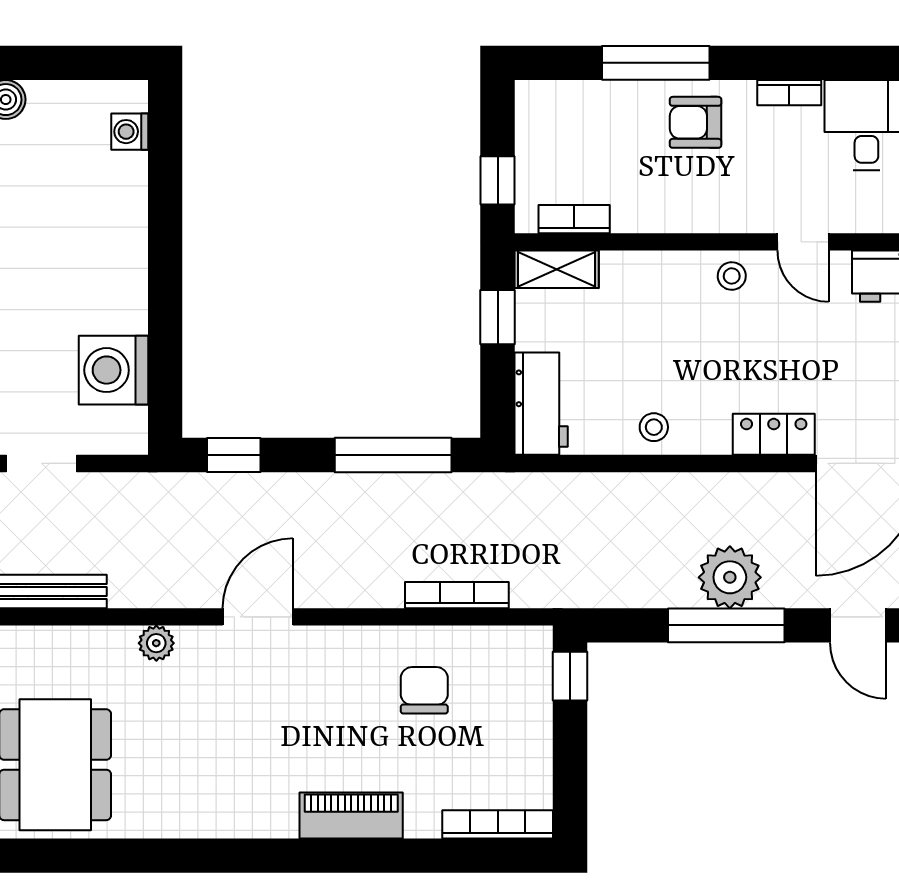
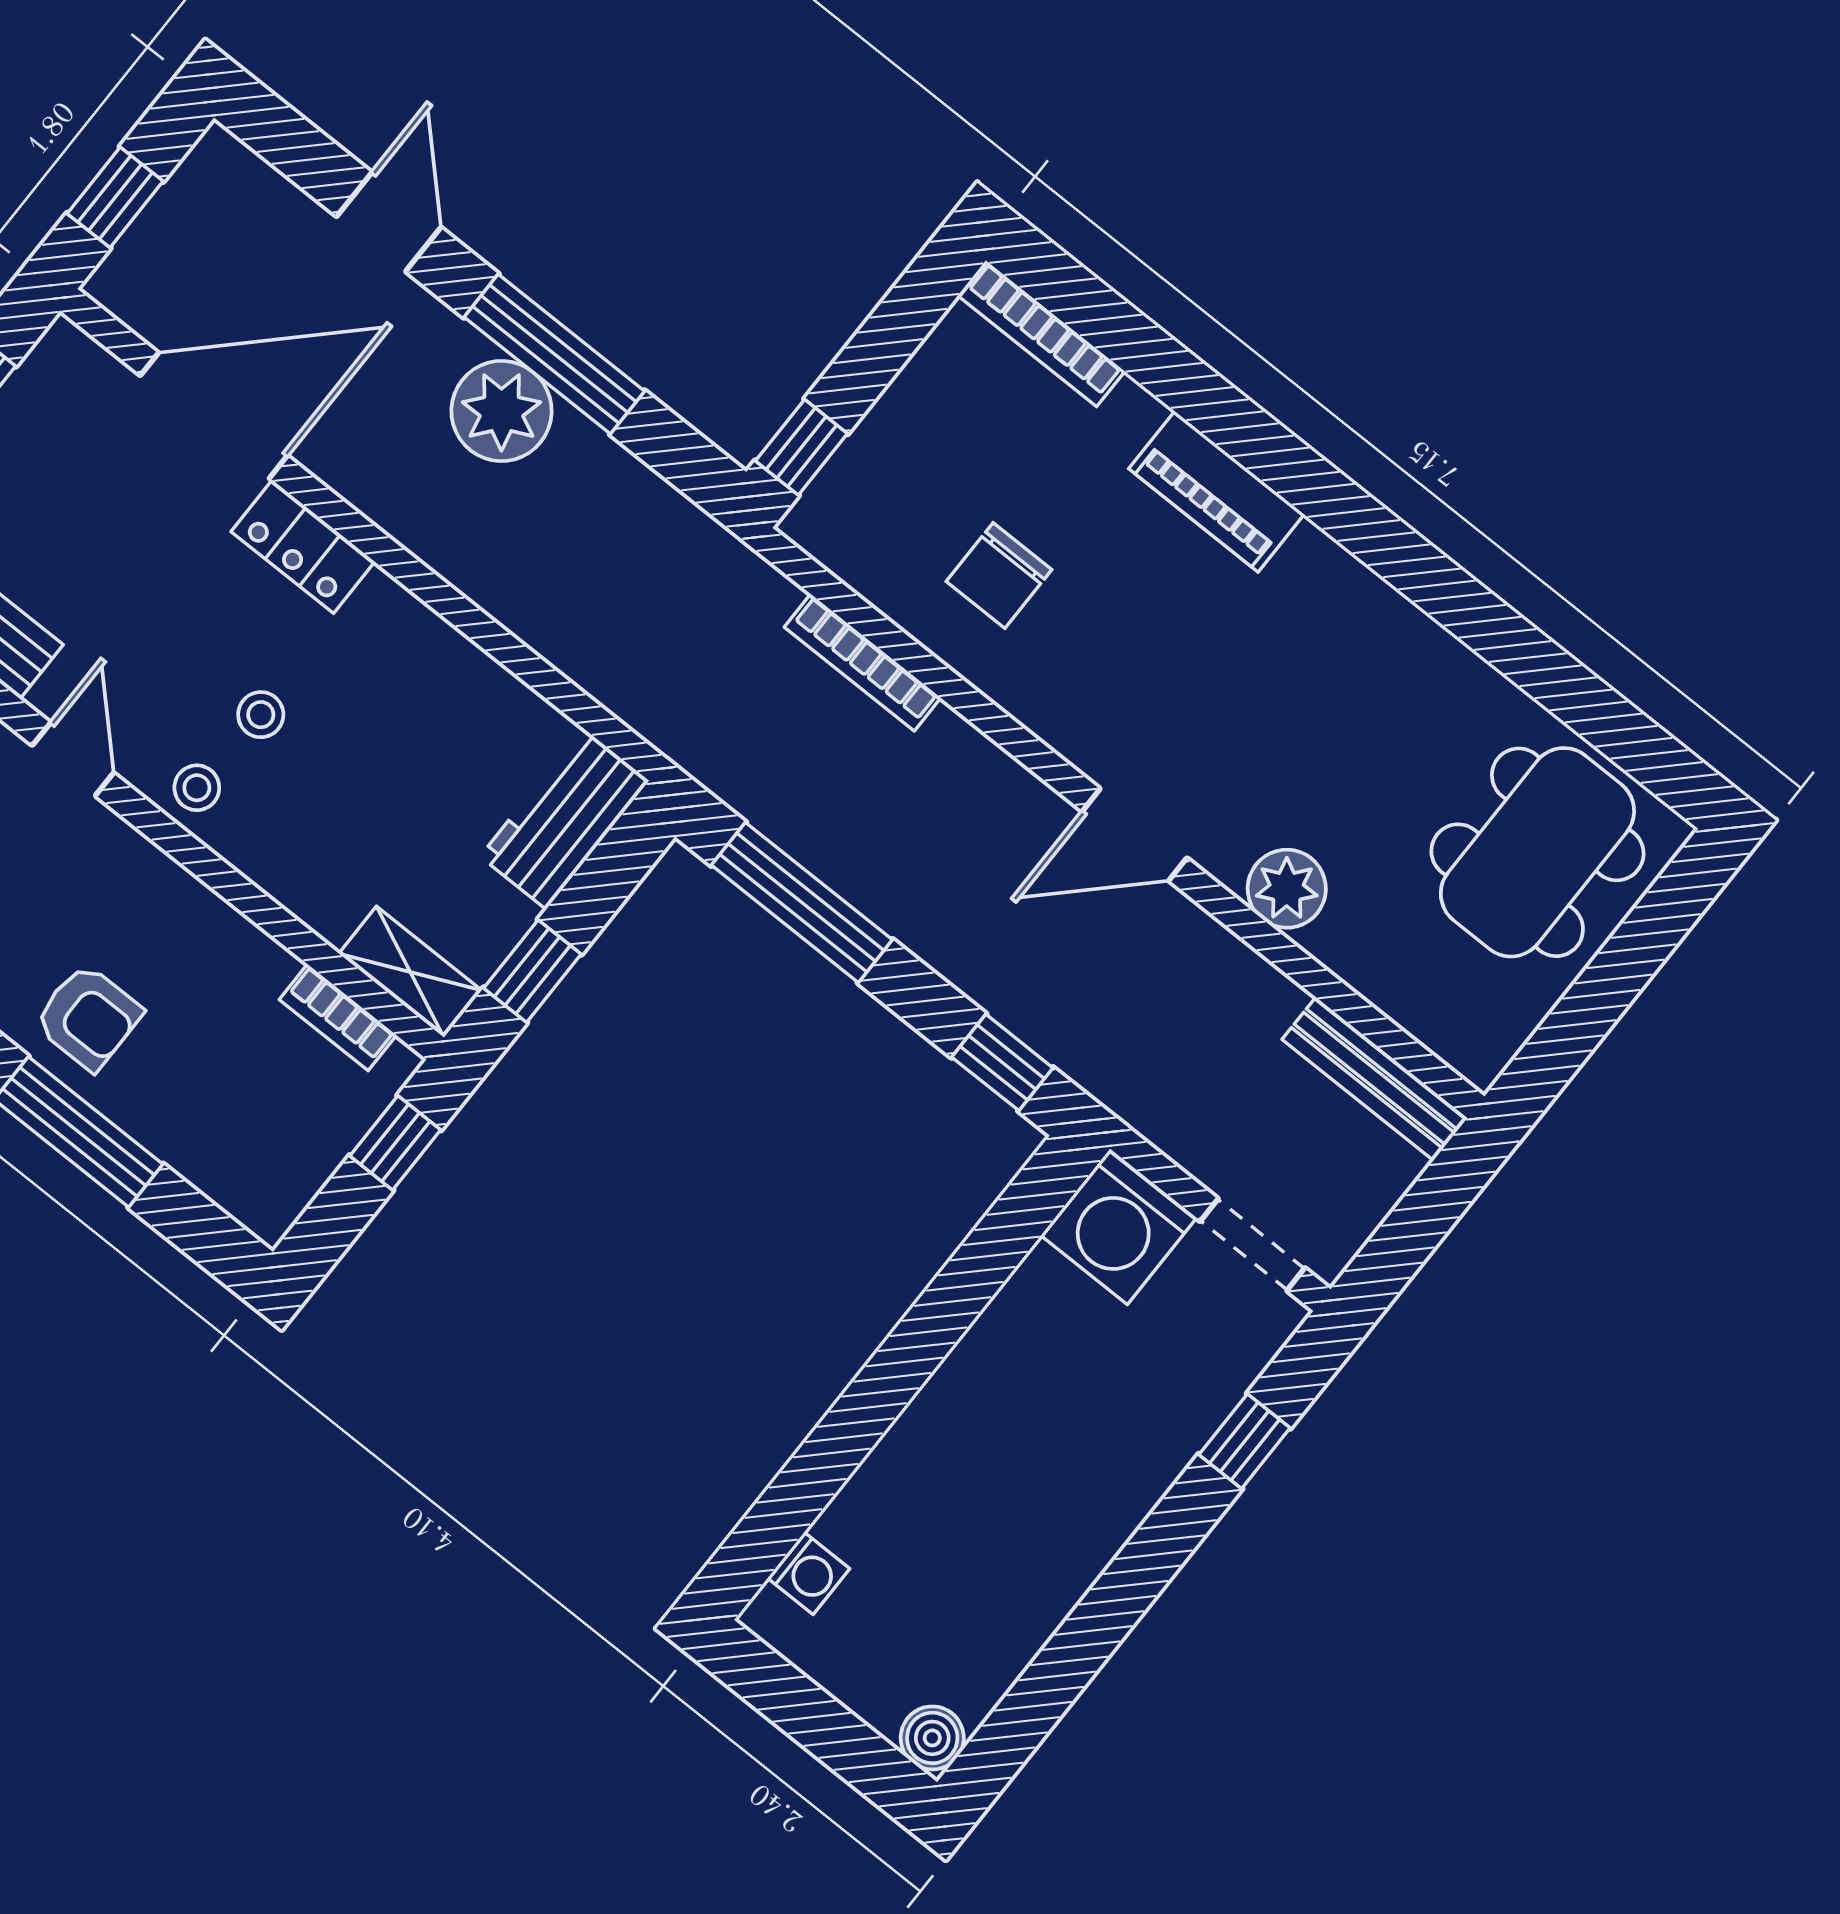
washing machine: (113, 370) -> (1119, 1227), moved, turned 90
stool: (654, 427) -> (261, 715), moved
plant: (156, 643) -> (1287, 889), width x1.38, depth x1.38

